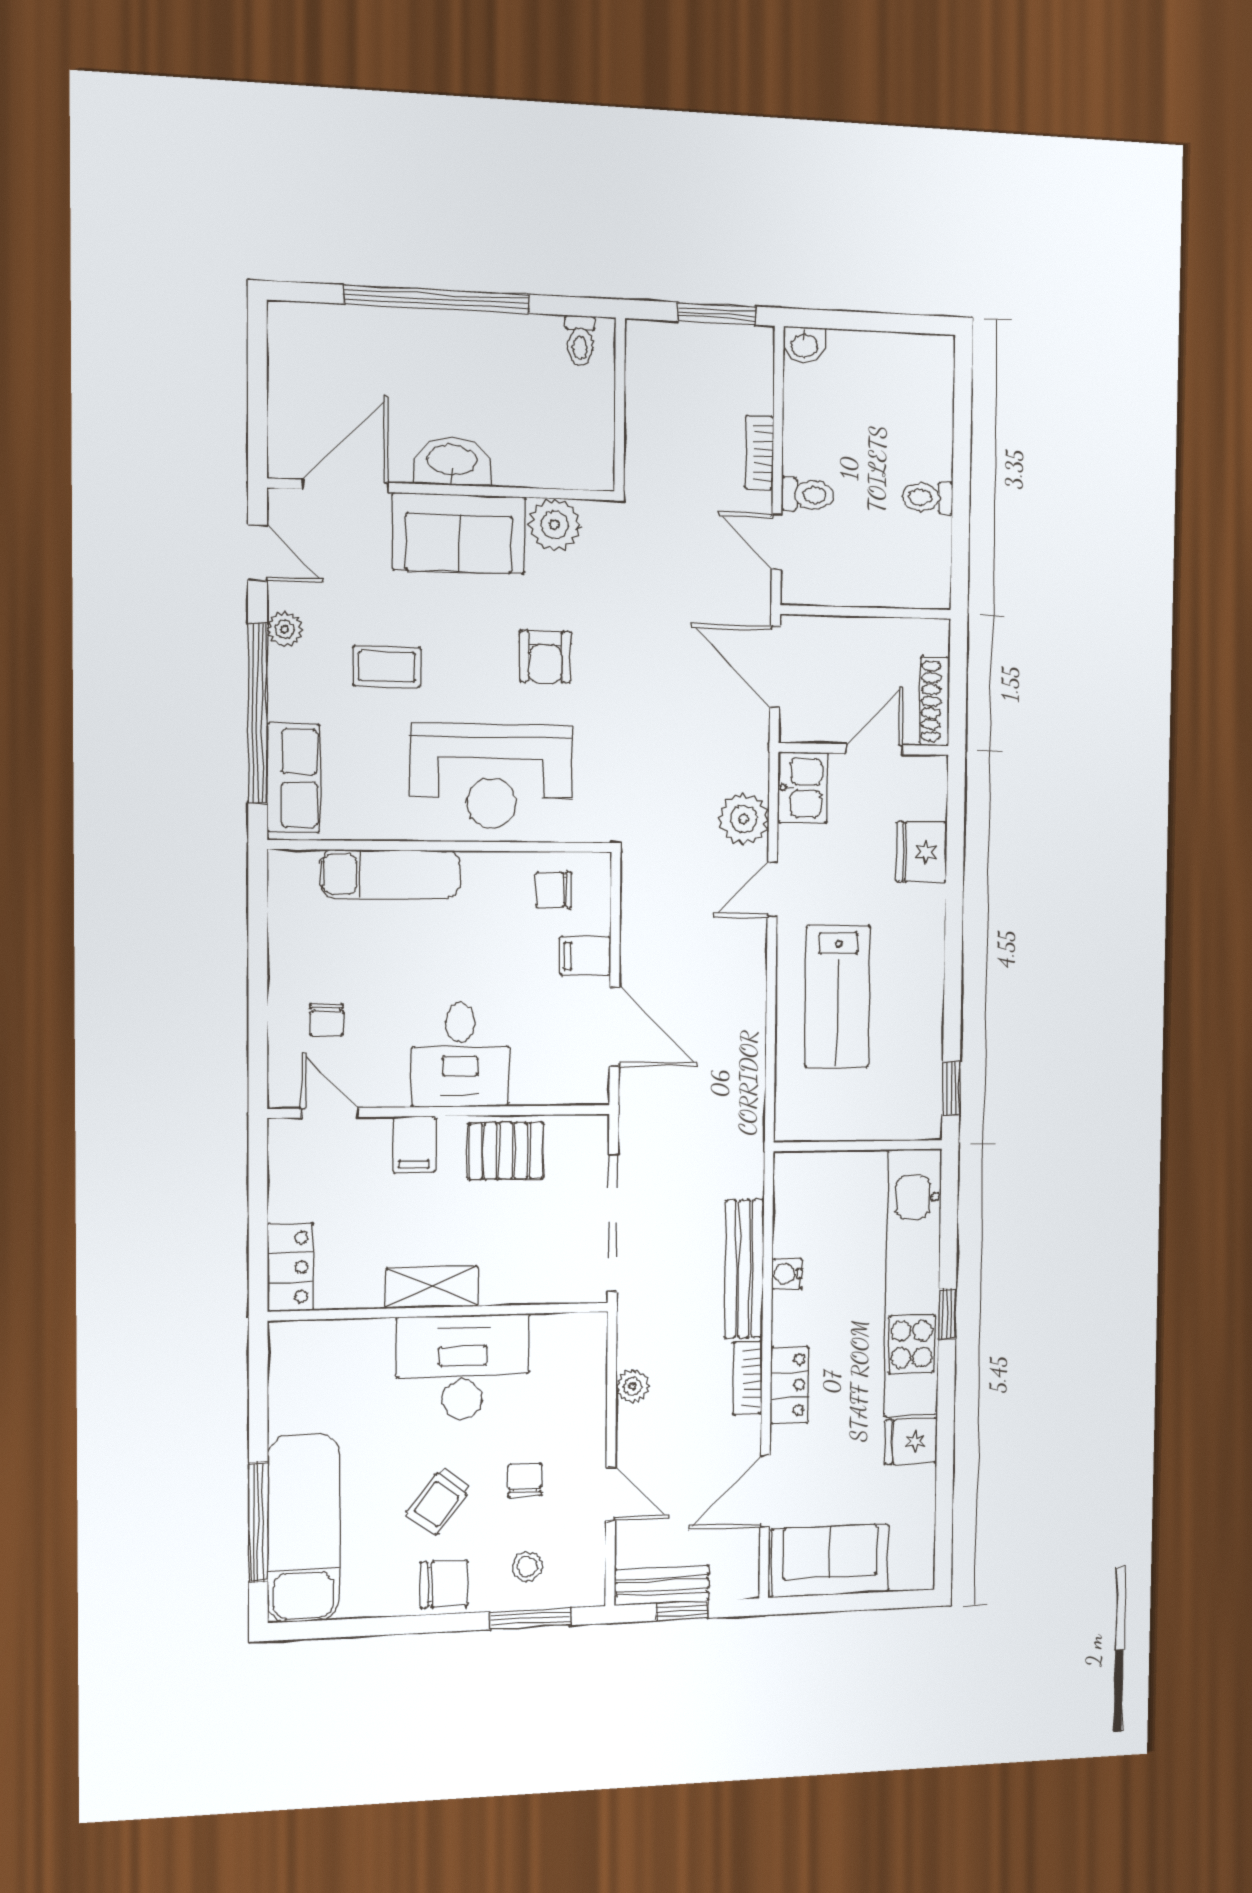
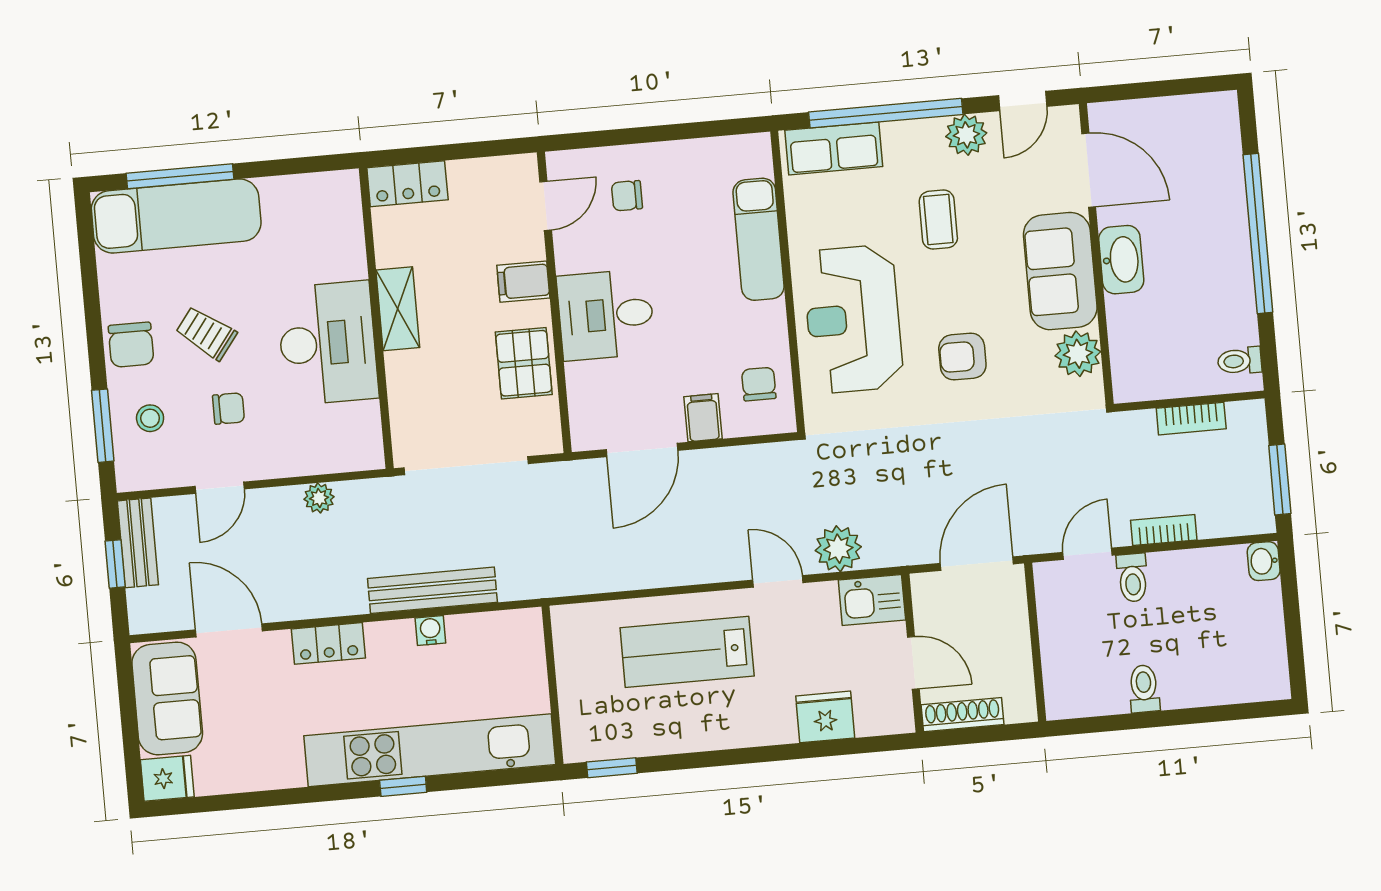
plant: (285, 629) -> (966, 135), width x1.38, depth x1.38
bookcase: (748, 1378) -> (1191, 419), moved, turned 180
fridge: (911, 1441) -> (167, 778), moved, turned 90

